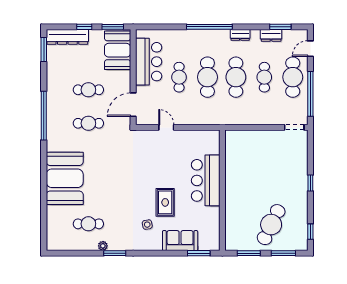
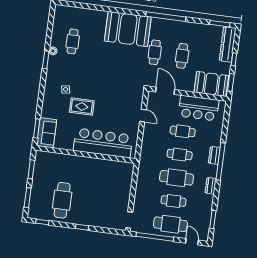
dresser: (271, 35) -> (214, 155), moved
cafe table: (207, 77) -> (180, 155), width x0.73, depth x0.74
door: (166, 127) -> (143, 116), hinge flipped
booth: (65, 178) -> (128, 29), moved
bar counter: (206, 180) -> (103, 143), width x1.36
cafe table: (271, 225) -> (62, 200), moved, turned 64
sofa: (180, 241) -> (47, 133), moved

